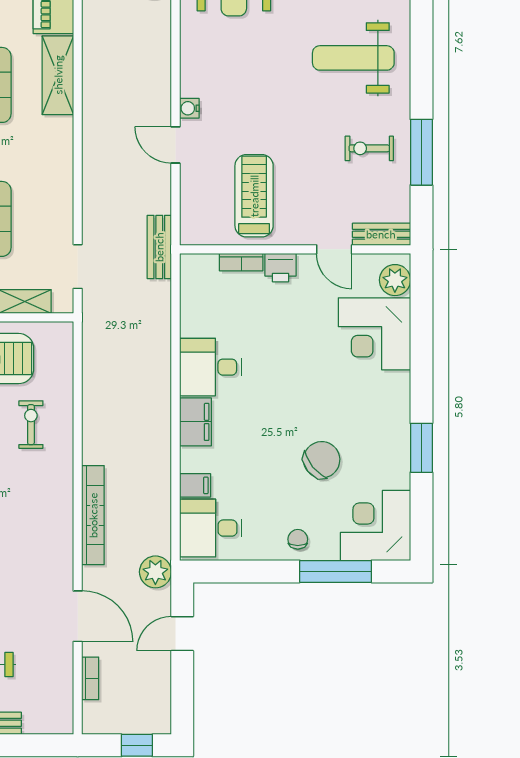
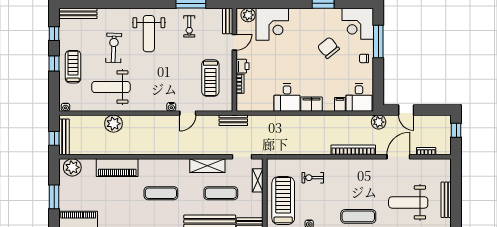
shelving: (58, 75) -> (207, 166), moved
treadmill: (254, 196) -> (210, 78), turned -90

